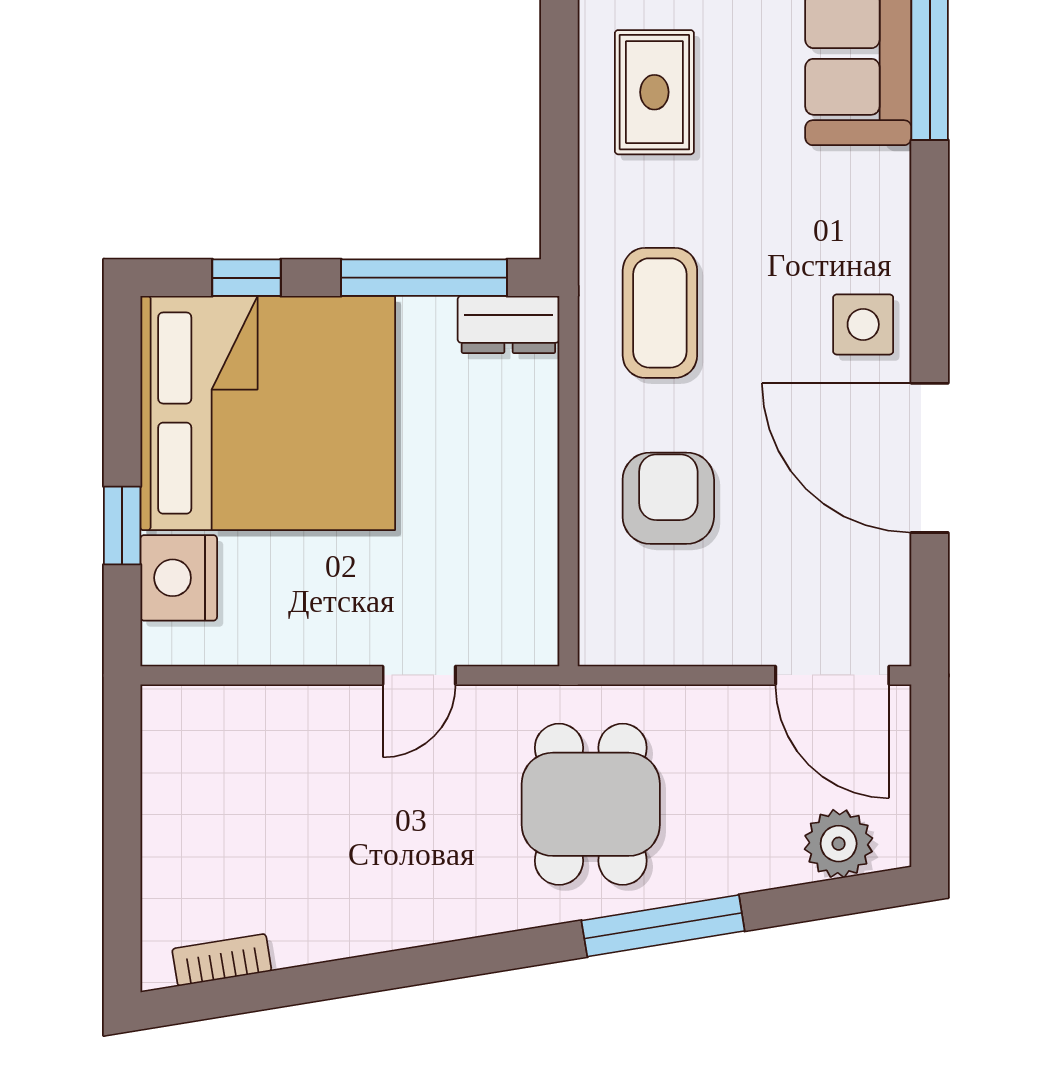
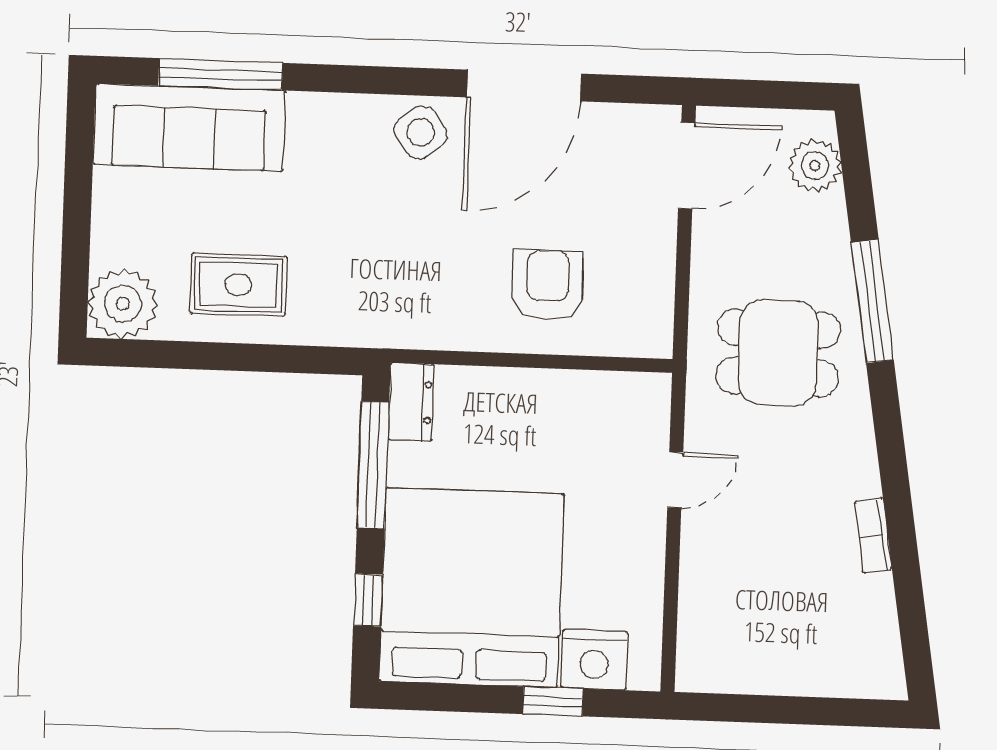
coffee table: (660, 313) -> (406, 287), removed
side table: (863, 324) -> (421, 132), turned -36
armchair: (668, 498) -> (547, 285), turned 90
door: (419, 675) -> (675, 480), hinge flipped
bookcase: (222, 960) -> (873, 535), moved

